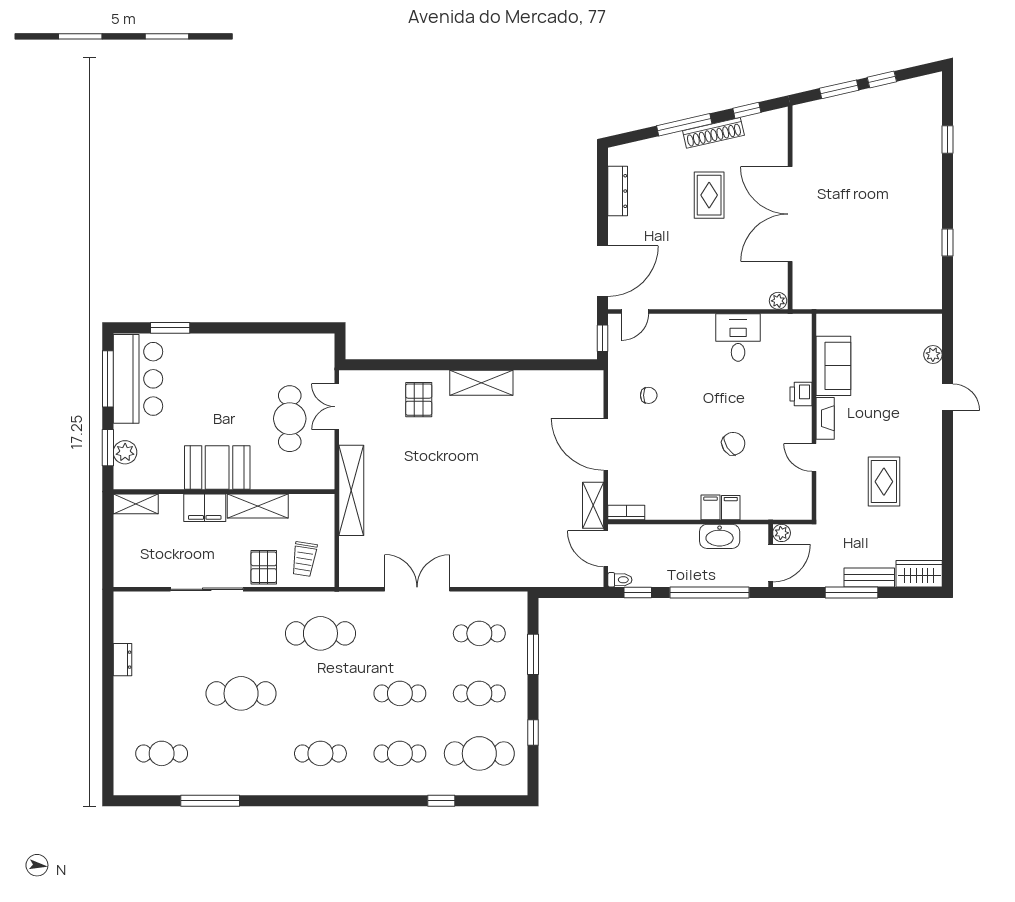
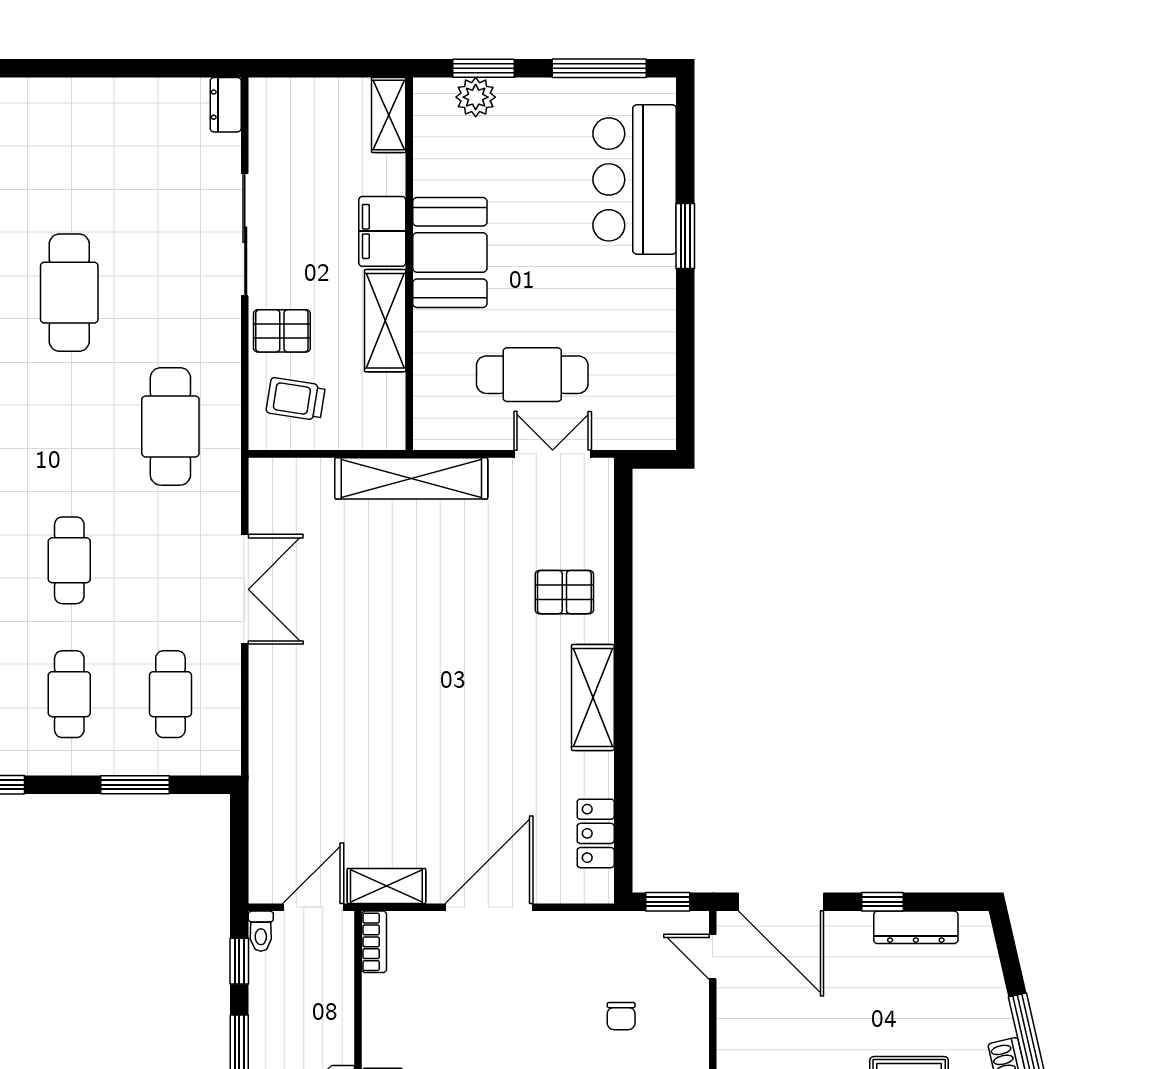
window: (603, 211) -> (882, 902), added
window: (170, 328) -> (685, 236), moved
bar counter: (138, 379) -> (635, 179), moved, turned 90
locker: (562, 381) -> (596, 833), added
chair: (649, 395) -> (621, 1016), moved
dresser: (122, 660) -> (226, 105), moved, turned 90

